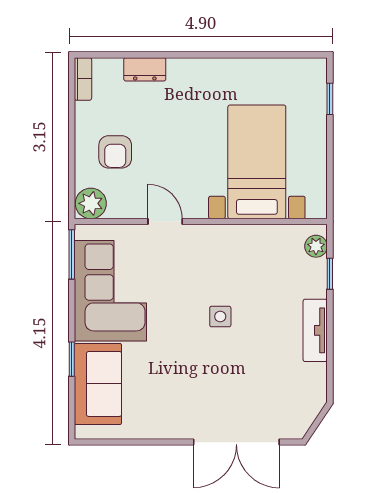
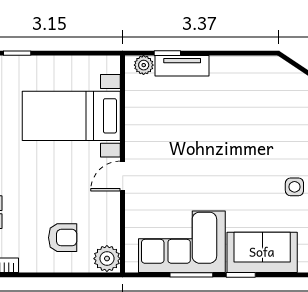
door: (165, 222) -> (123, 176), moved
window: (72, 254) -> (191, 275), moved
side table: (220, 317) -> (294, 187), moved
tv unit: (315, 330) -> (182, 66), moved

